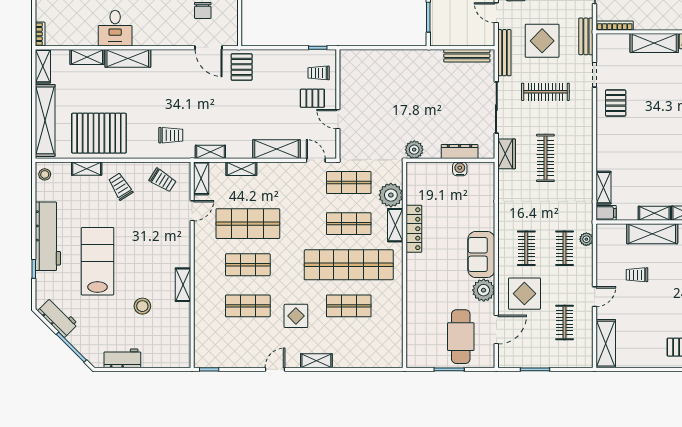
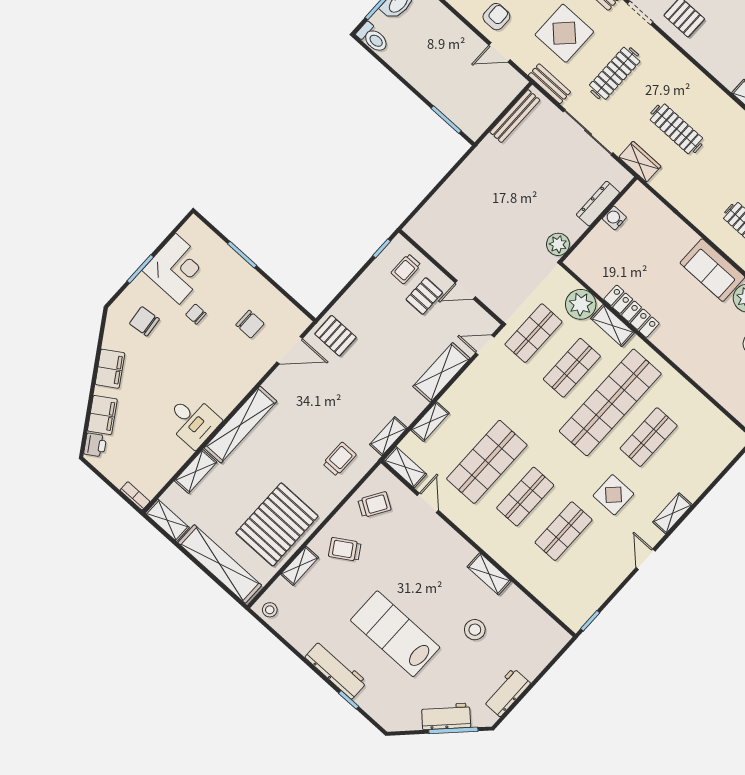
bench: (504, 53) -> (549, 84), width x0.73
shelving: (128, 58) -> (240, 425), width x1.47
workbench: (48, 236) -> (336, 670), width x0.73, depth x0.76
workbench: (58, 317) -> (446, 716), moved

